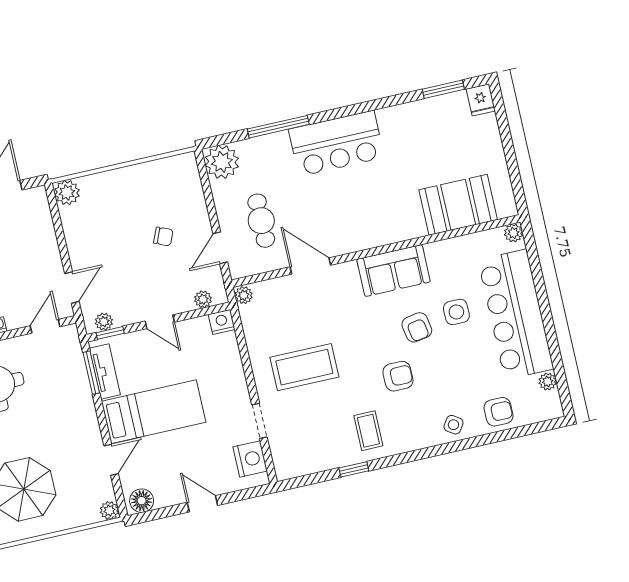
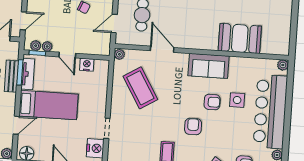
booth: (458, 205) -> (240, 38), moved
plant: (203, 299) -> (47, 46), moved
nightstand: (222, 322) -> (87, 65), moved
armchair: (417, 327) -> (212, 102), turned -80
coffee table: (304, 367) -> (140, 88), moved, turned 59
armchair: (398, 376) -> (193, 126), turned -90
bench: (80, 383) -> (11, 76), added

